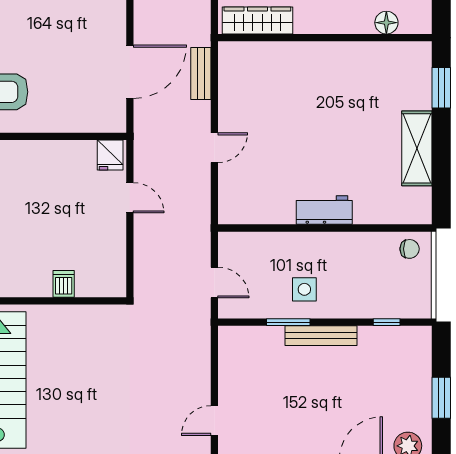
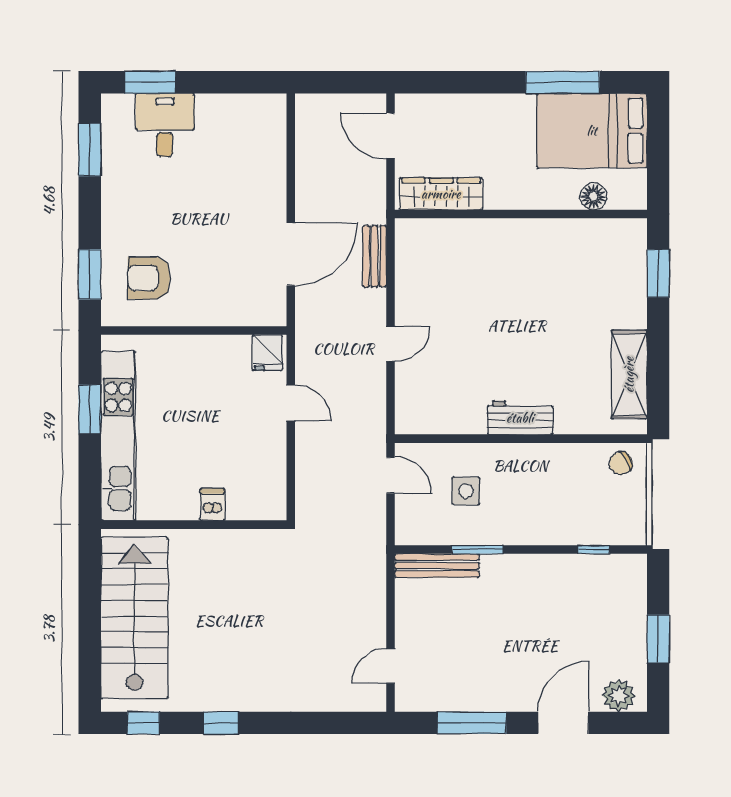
shelving: (417, 148) -> (629, 375), moved
chair: (410, 249) -> (621, 463), turned 148
door: (214, 283) -> (391, 475), moved
side table: (304, 289) -> (466, 491), moved
bench: (321, 336) -> (437, 566), moved

